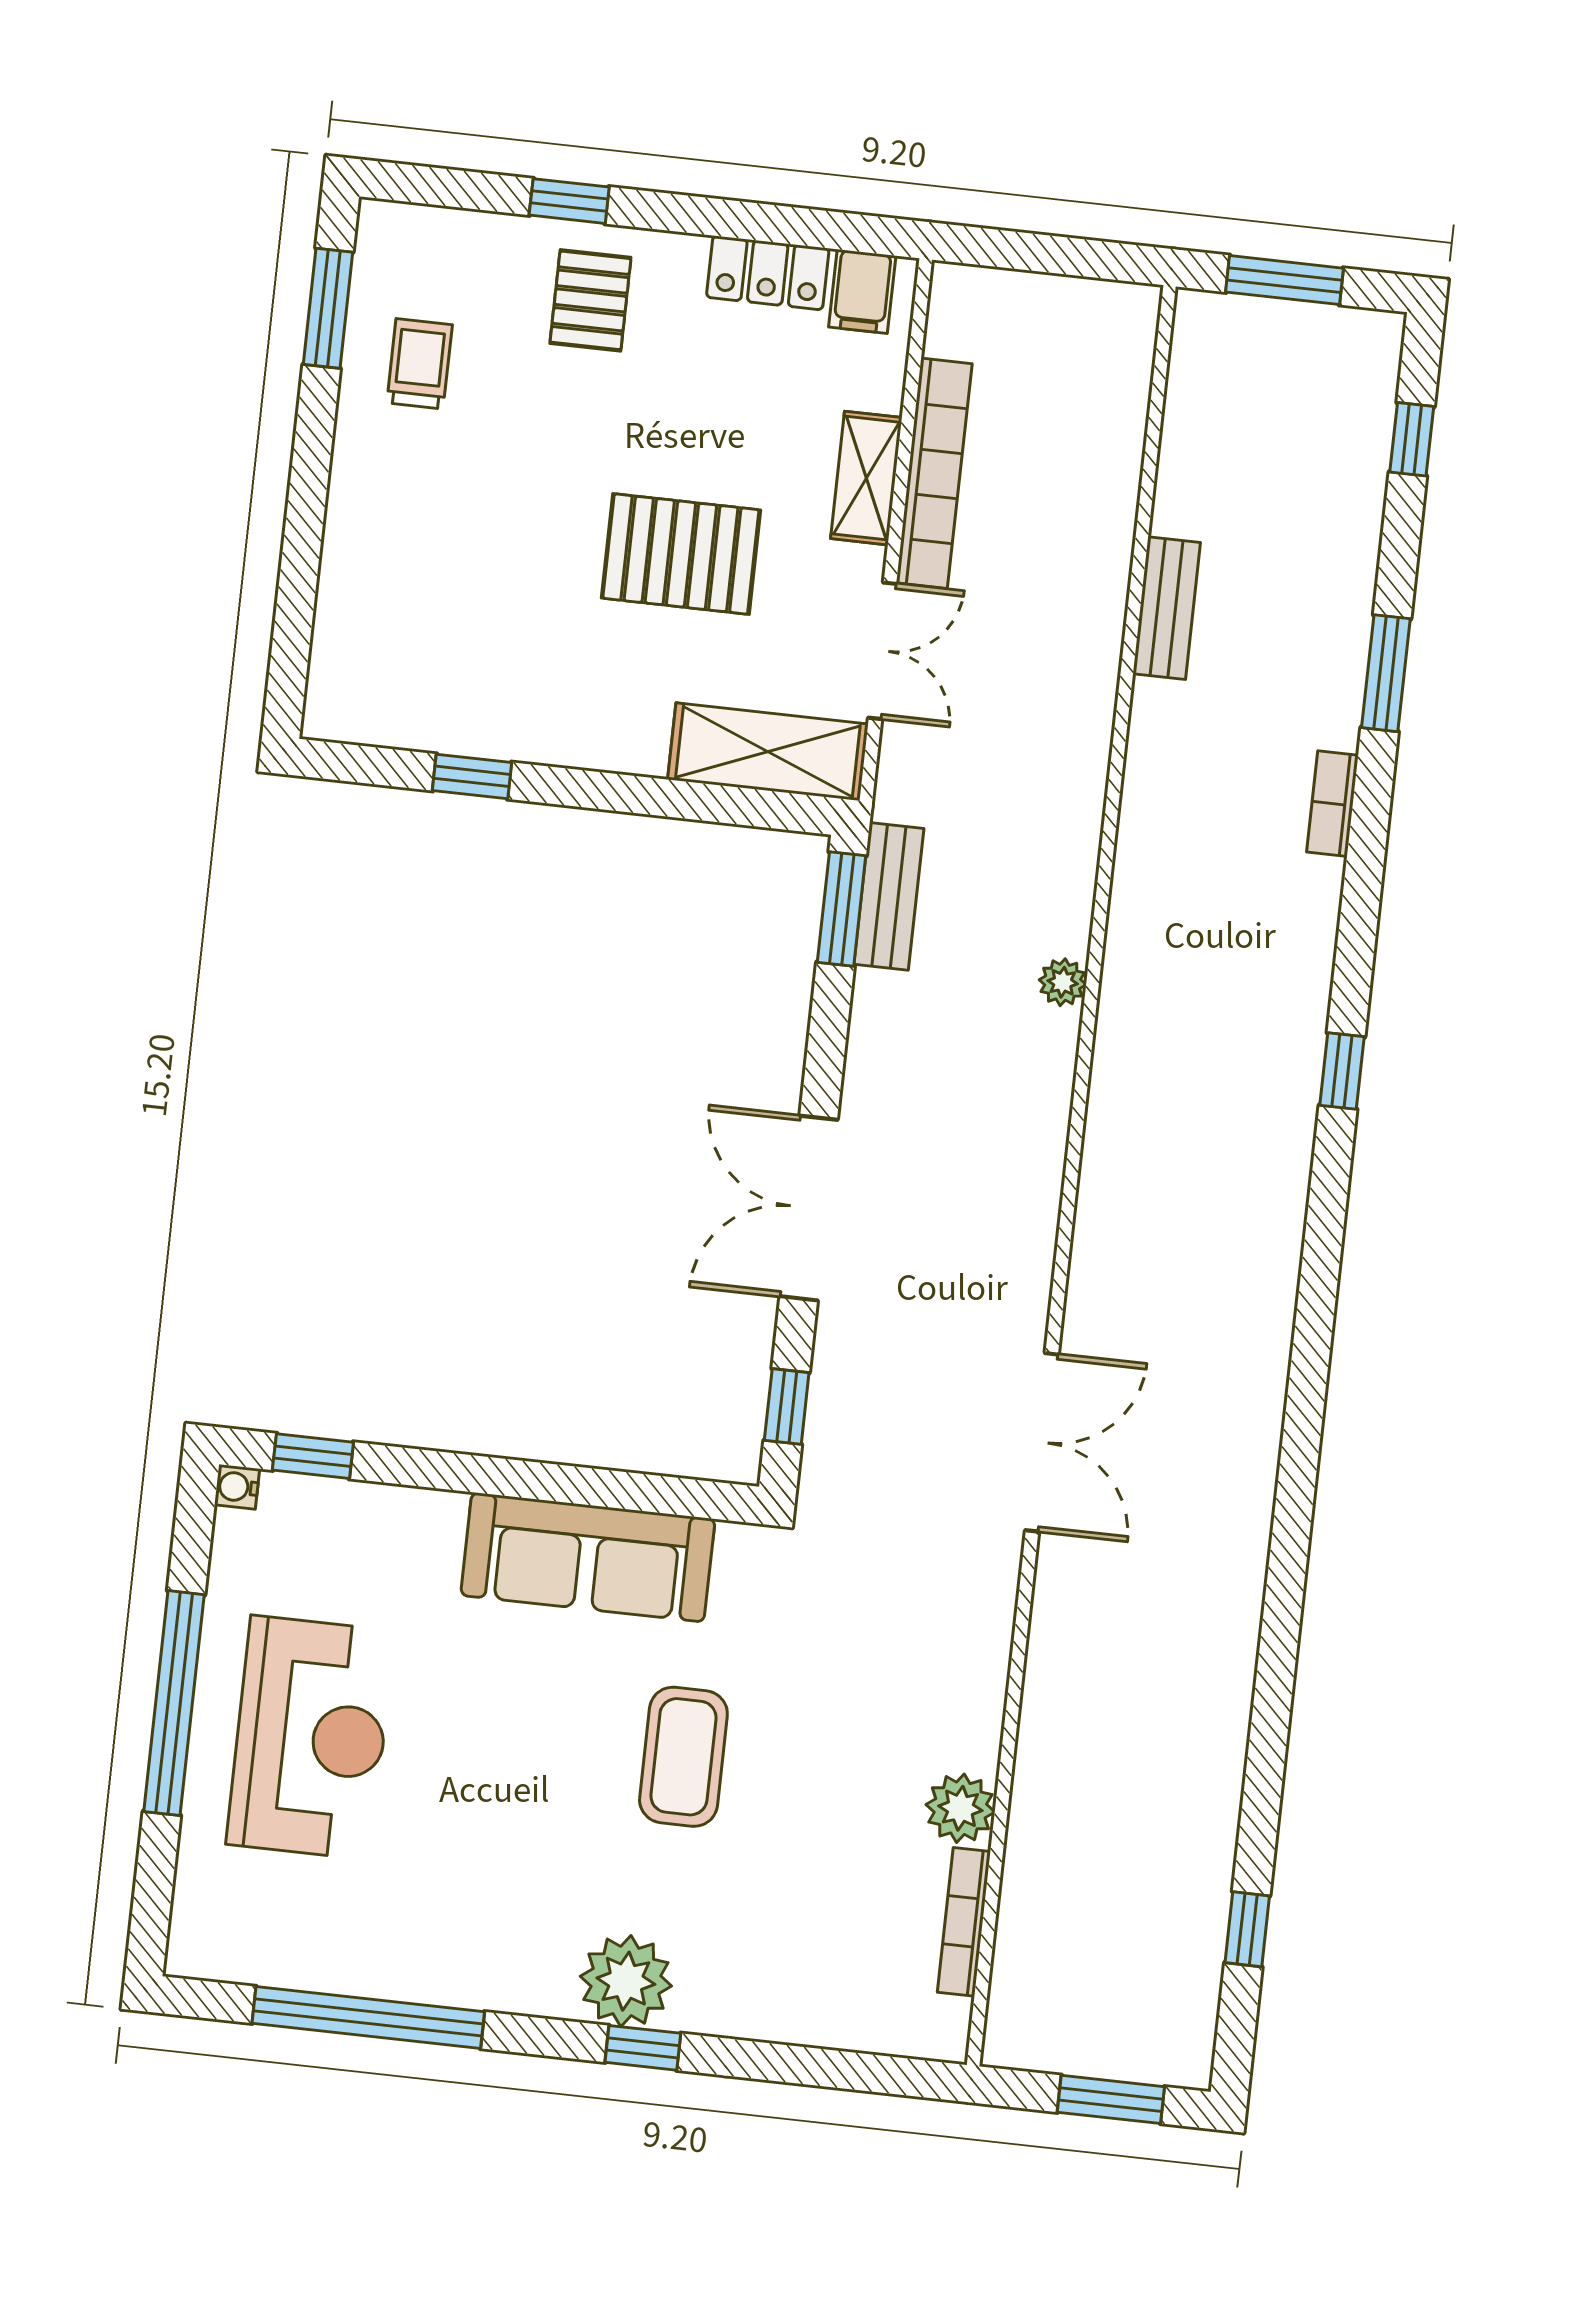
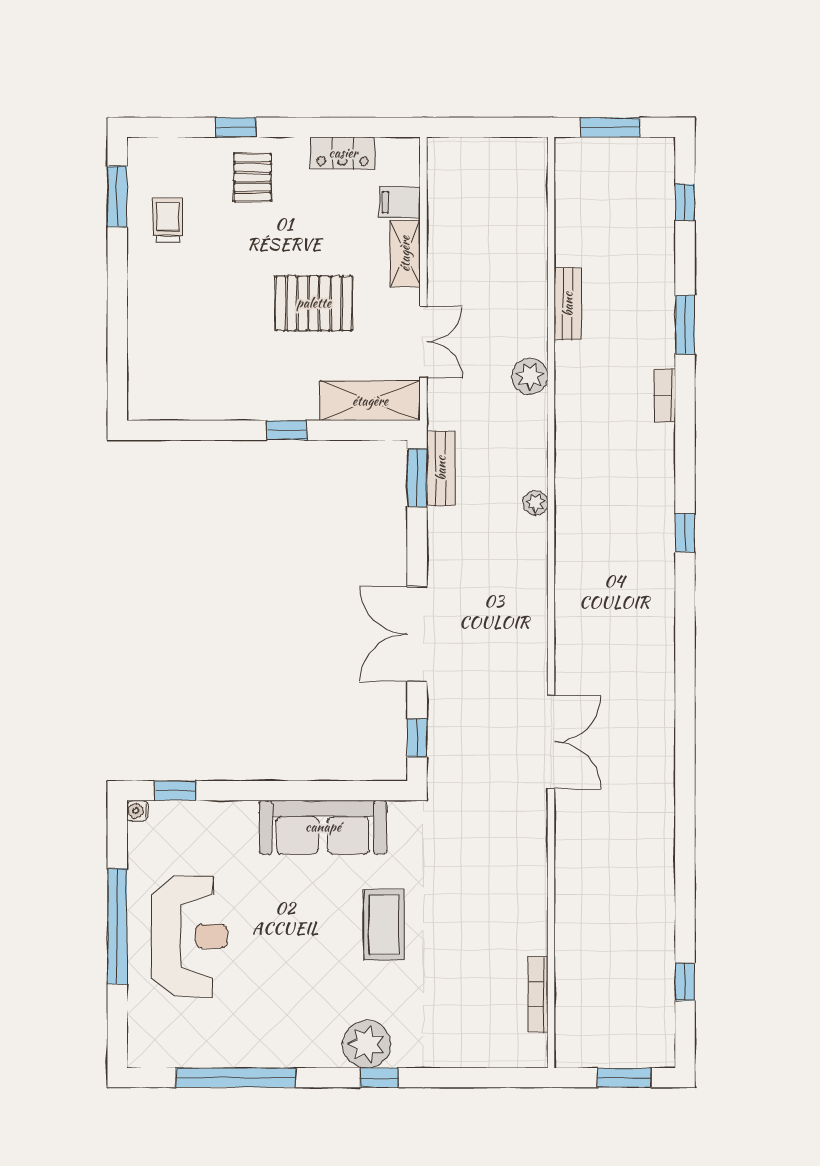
filing cabinet: (862, 291) -> (400, 202), moved, turned 90
bookcase: (934, 473) -> (440, 247), removed
window: (472, 776) -> (287, 430), moved
plant: (960, 1808) -> (530, 376), moved

